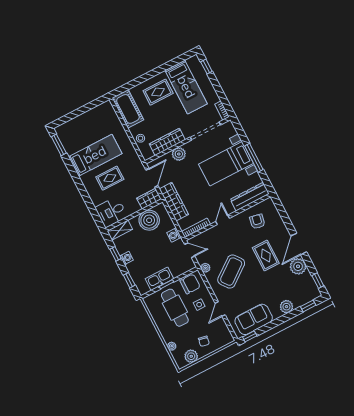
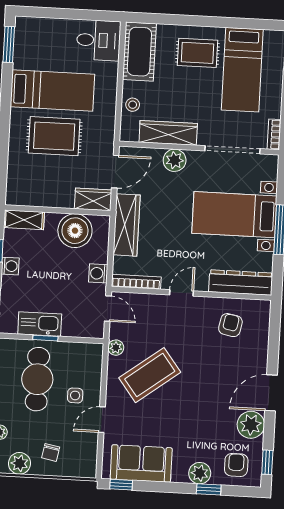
rug: (110, 178) -> (54, 136), width x1.36, depth x1.43
desk: (111, 212) -> (99, 40), moved, turned 180
rug: (266, 256) -> (214, 382), removed
chair: (190, 284) -> (80, 358), removed
armchair: (303, 291) -> (236, 465), added
window: (308, 306) -> (209, 489), moved

